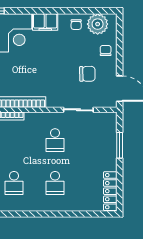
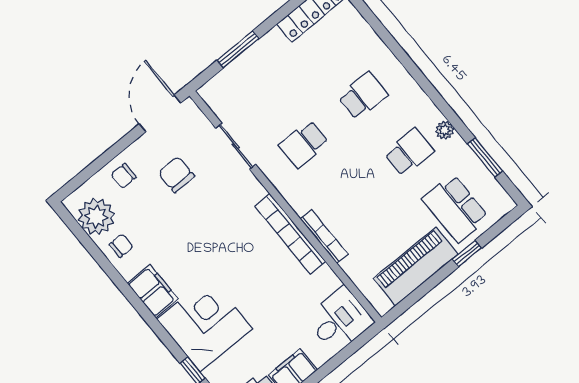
school desk: (55, 140) -> (304, 144), turned 180
plant: (11, 206) -> (445, 130), added

